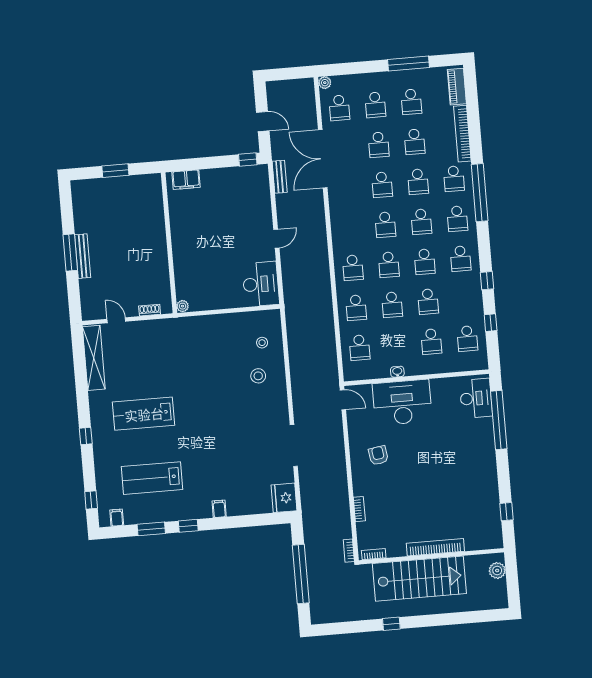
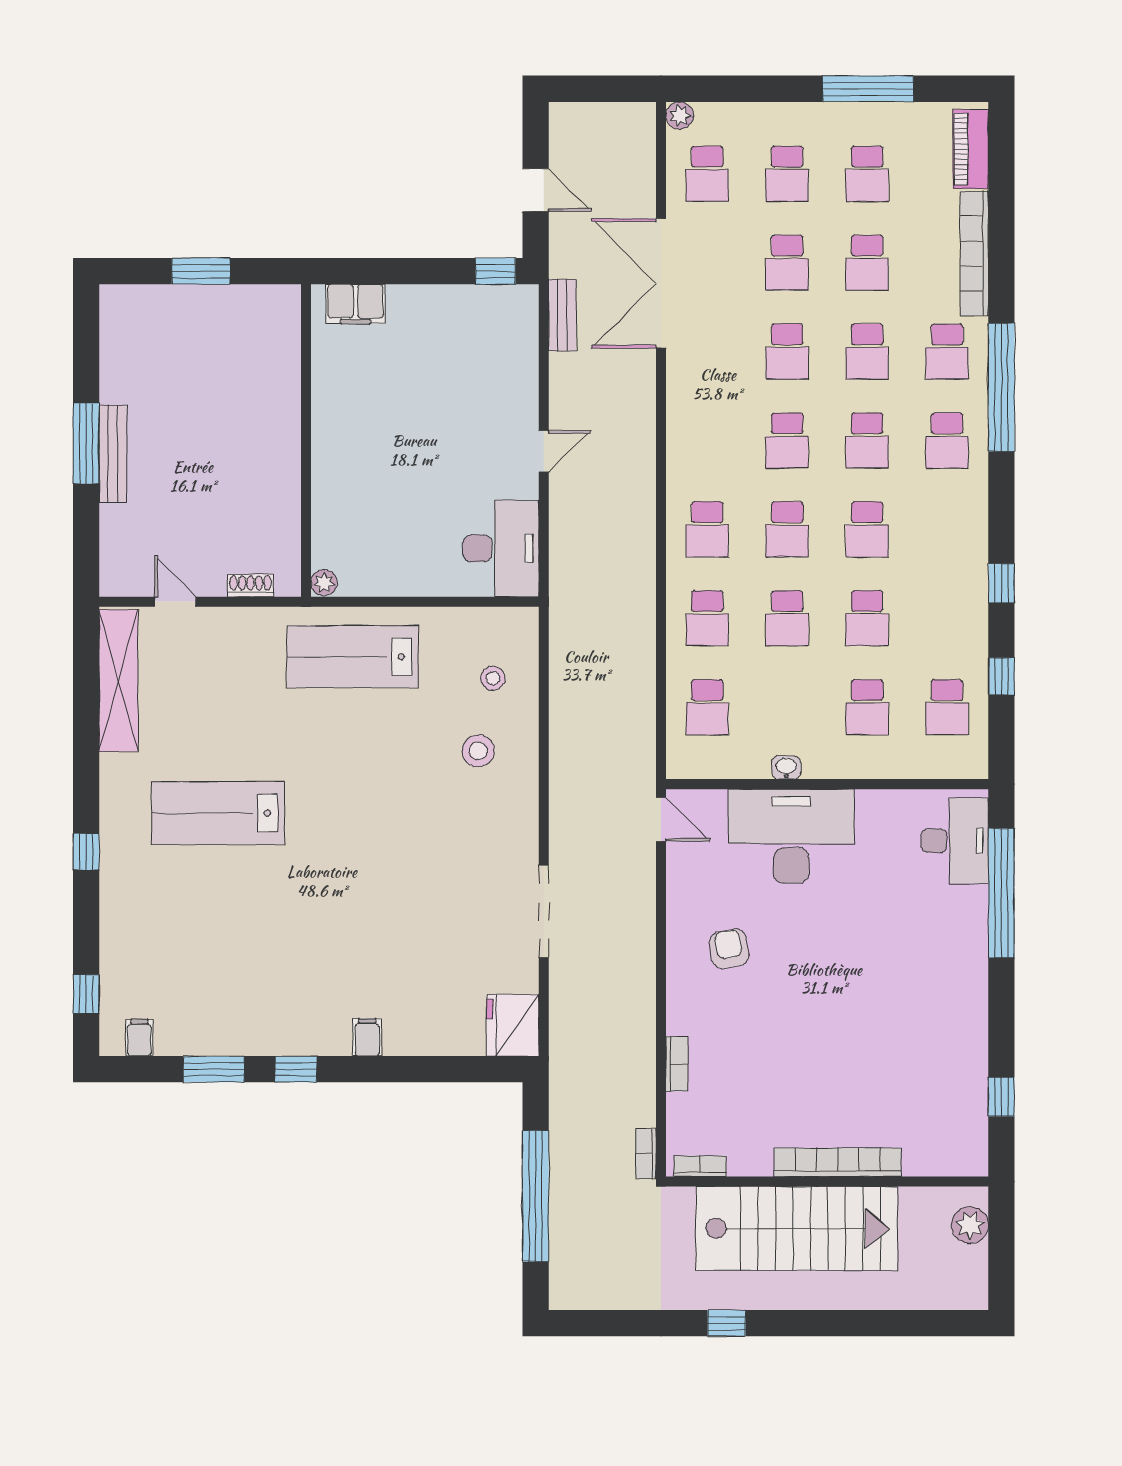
school desk: (461, 259) -> (947, 529), removed
lab bench: (152, 478) -> (353, 657), moved

